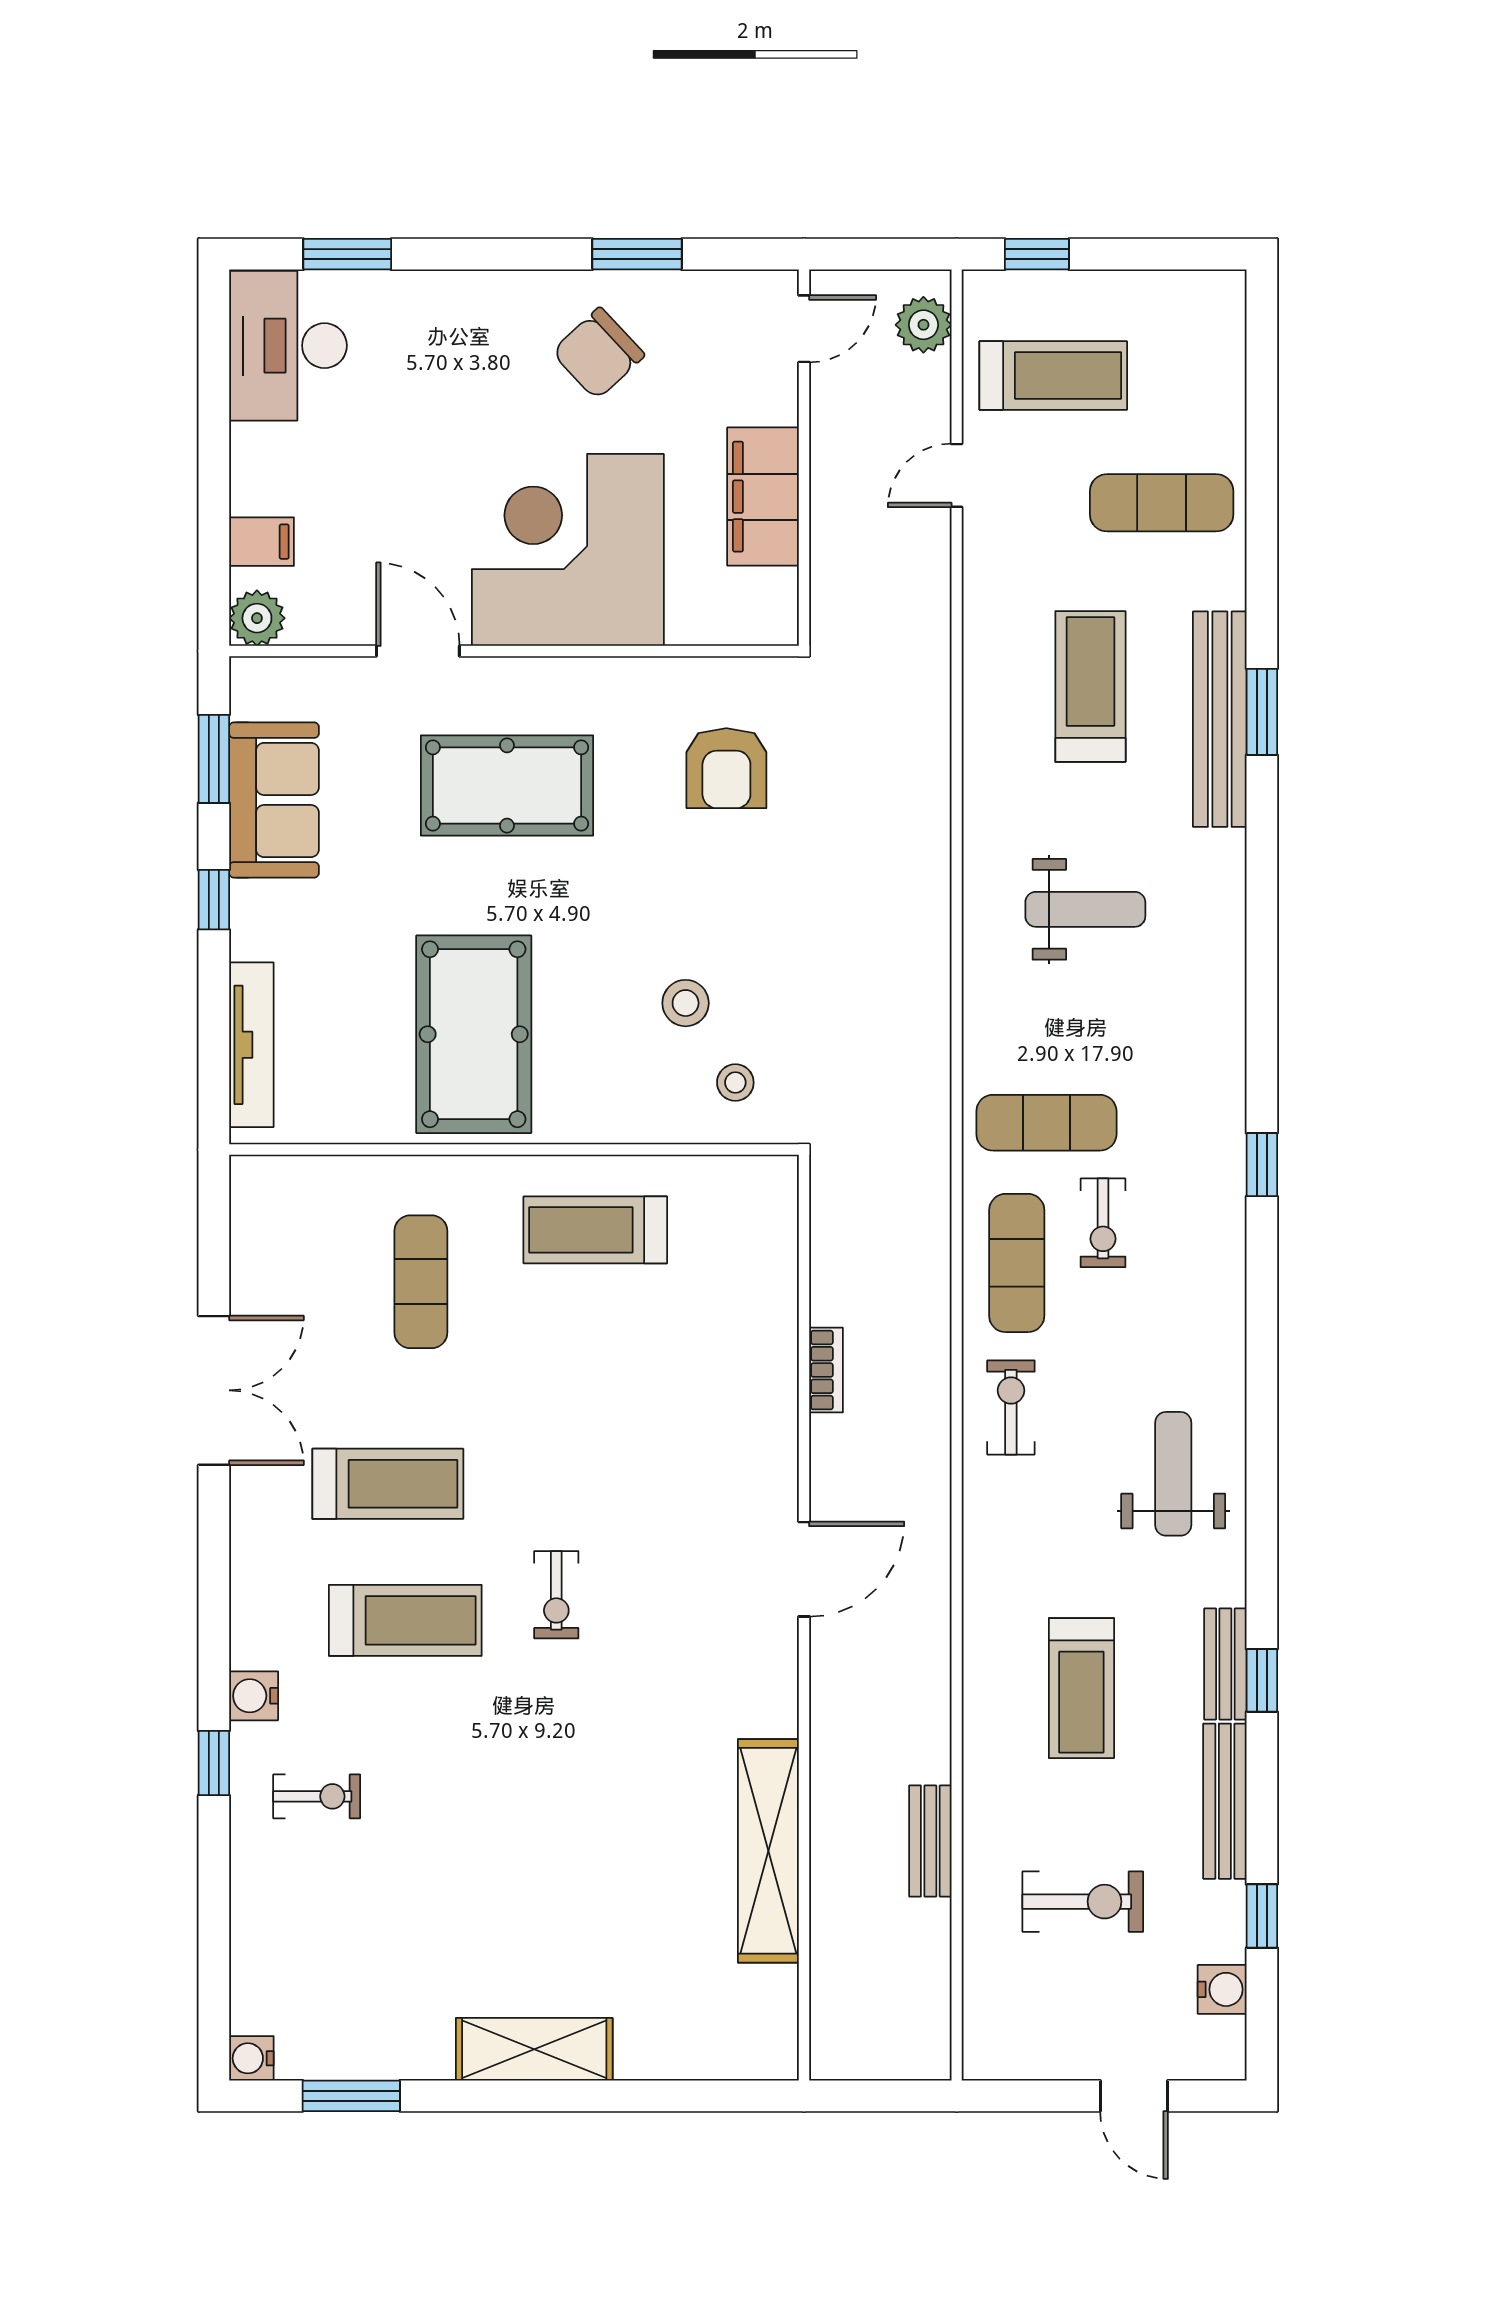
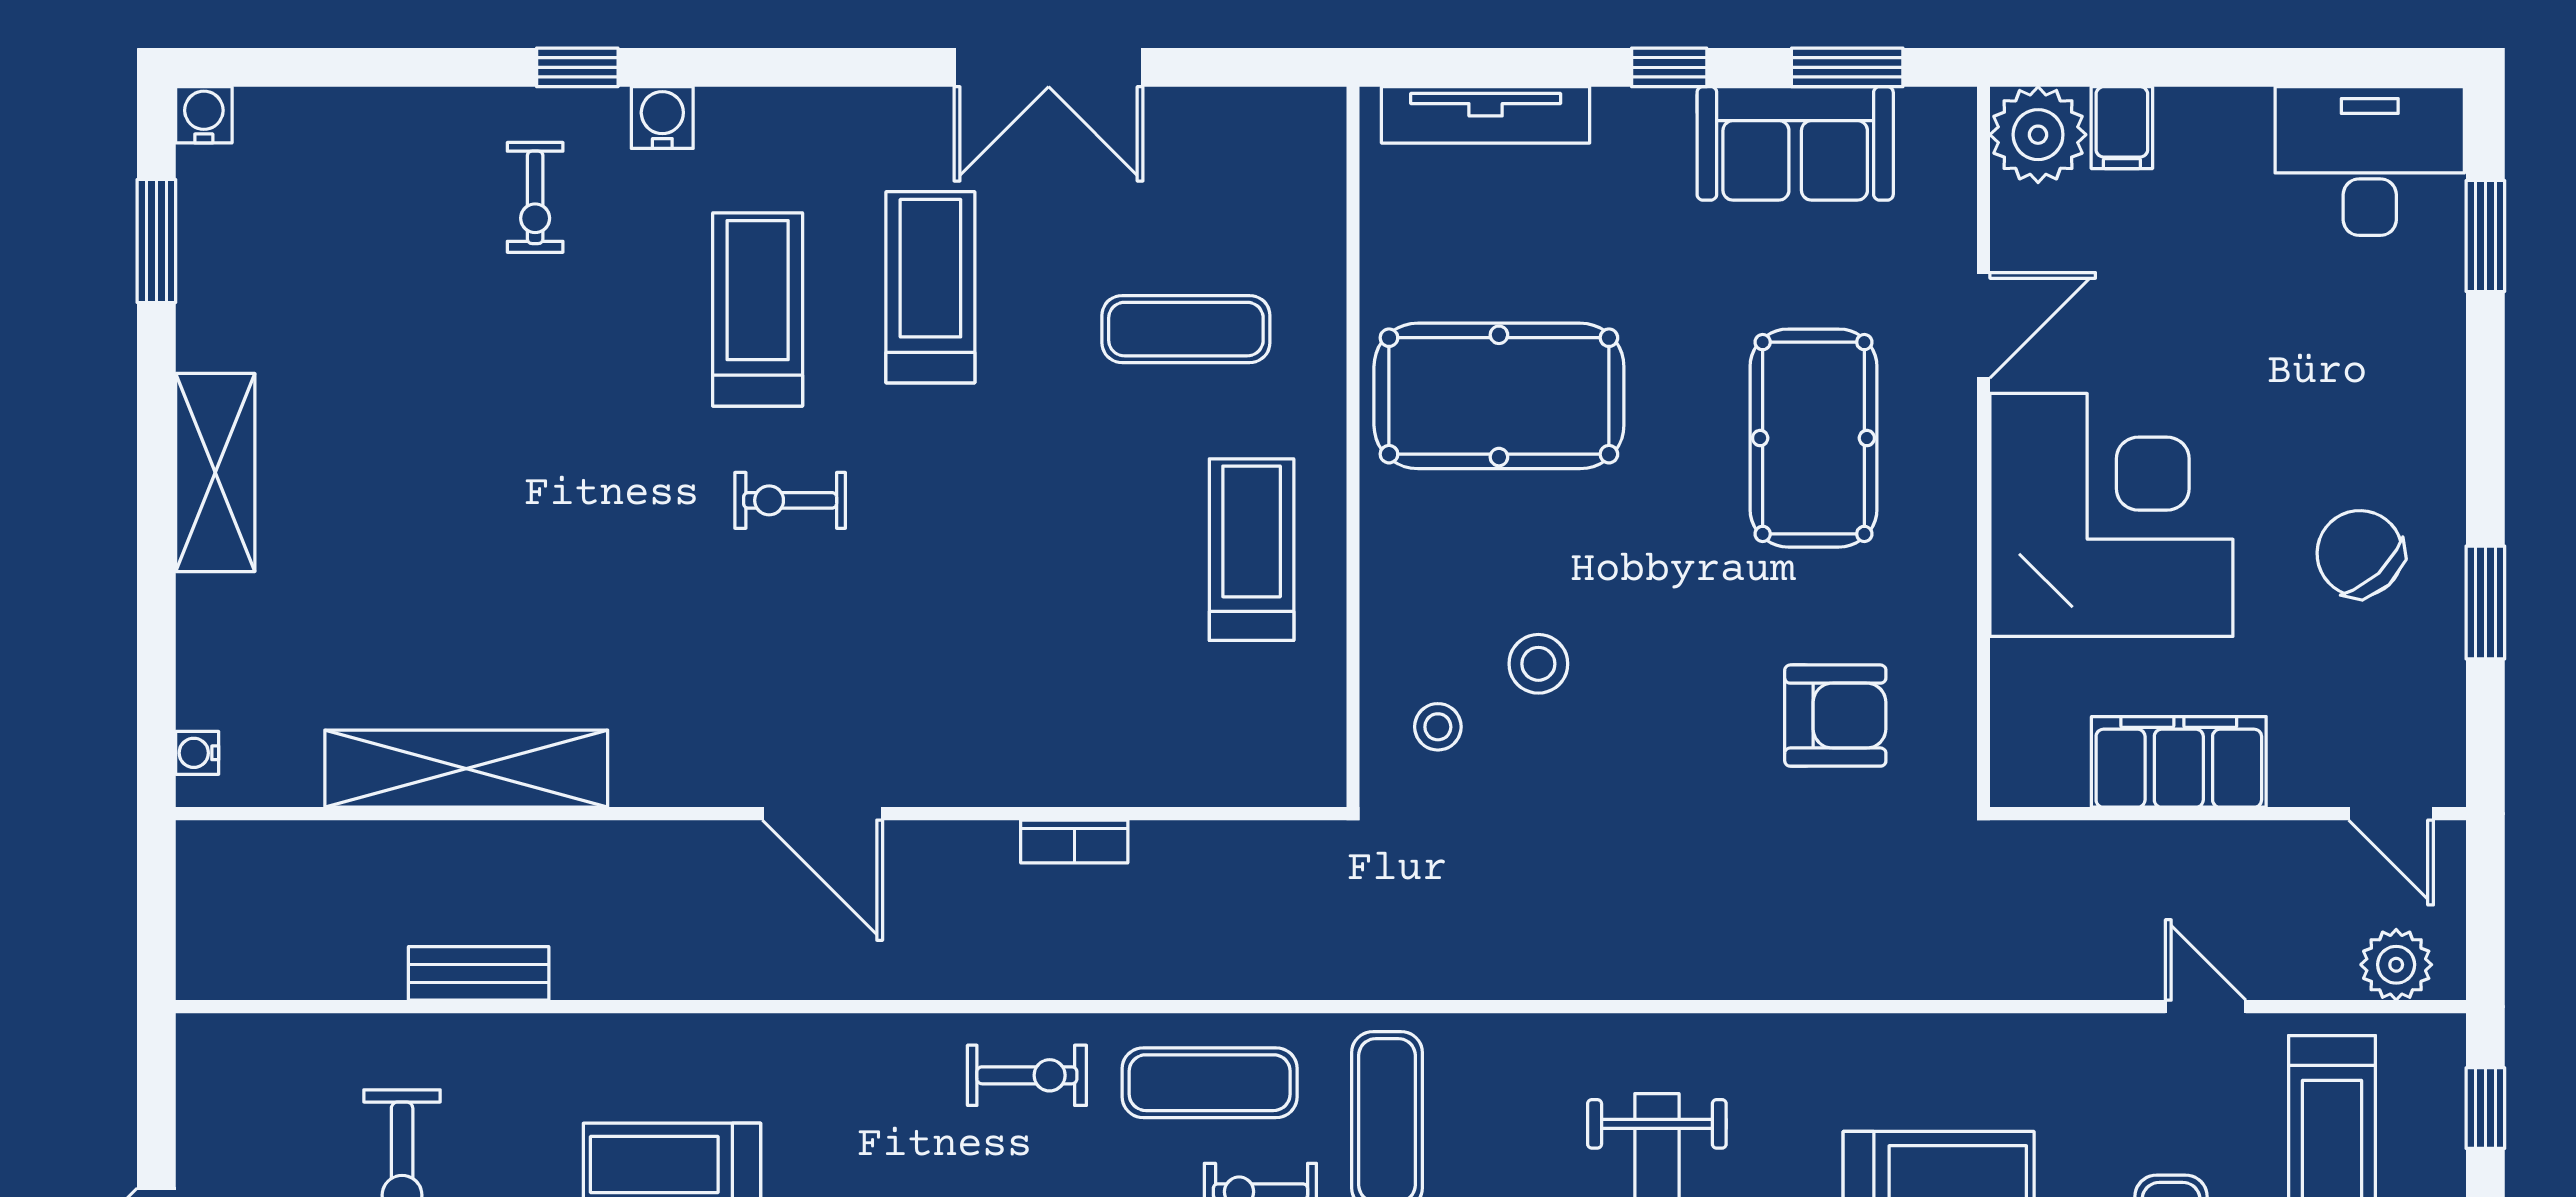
plant: (257, 618) -> (2038, 135), width x1.36, depth x1.36
armchair: (726, 768) -> (1835, 716), turned 180
treadmill: (388, 1484) -> (930, 287), turned 180
treadmill: (405, 1620) -> (758, 309), turned 180
water cooler: (756, 2064) -> (197, 753), added

